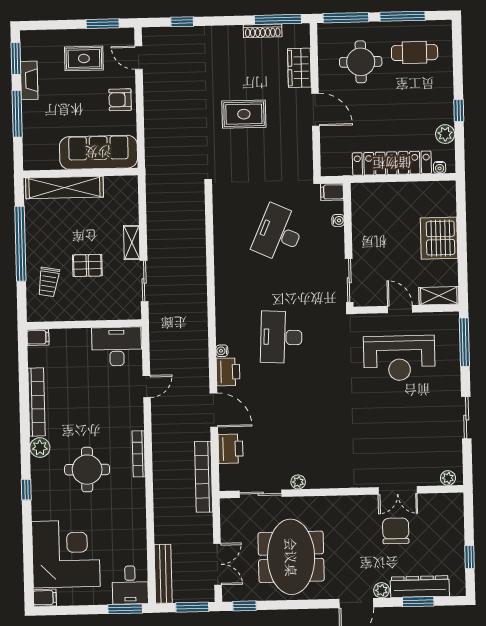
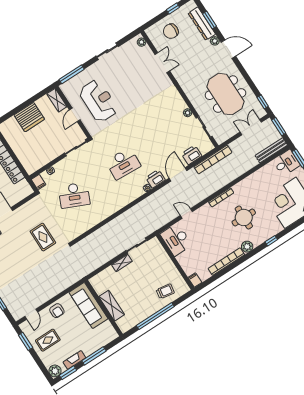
plant: (31, 41) -> (55, 371), added
rug: (84, 58) -> (48, 340), turned 90
rug: (244, 114) -> (43, 237), moved
shelving: (64, 188) -> (112, 306), width x0.68
pallet: (87, 265) -> (146, 277), removed
chair: (396, 531) -> (171, 31), moved
meeting table: (291, 557) -> (225, 94), turned 90

